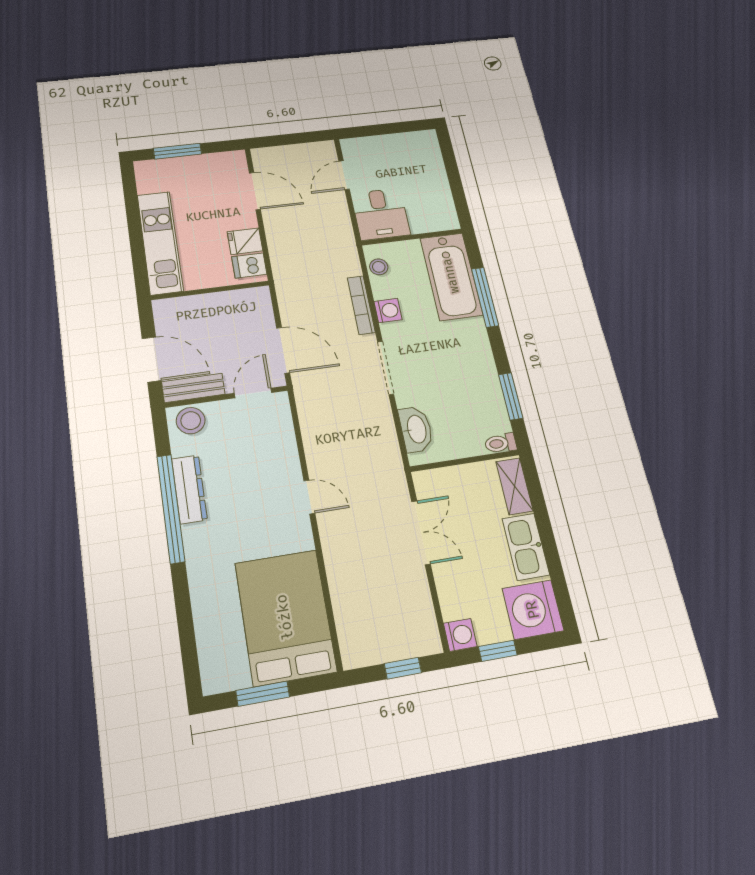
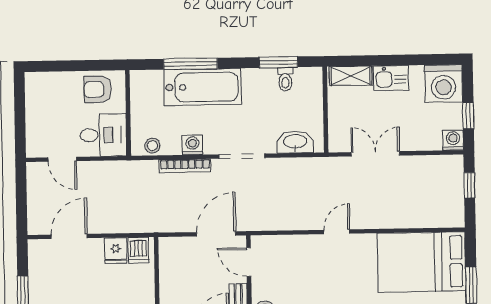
armchair: (432, 203) -> (98, 89), added
bathtub: (451, 276) -> (203, 87), moved
toilet: (501, 443) -> (285, 79), moved
kitchen sink: (526, 547) -> (391, 78), width x0.73

